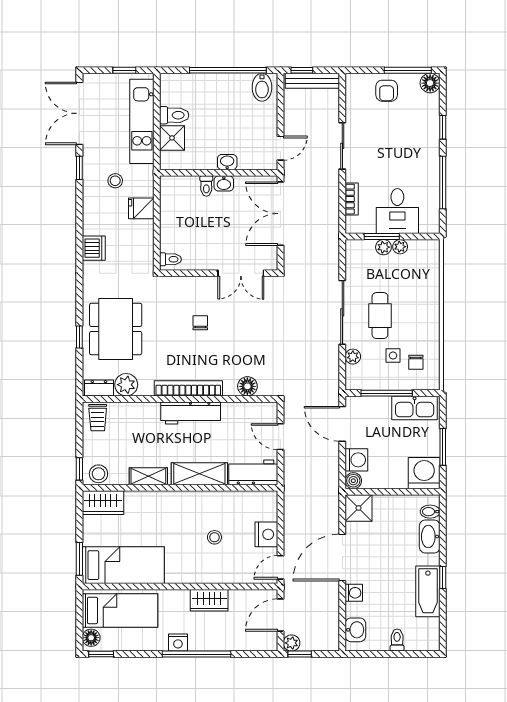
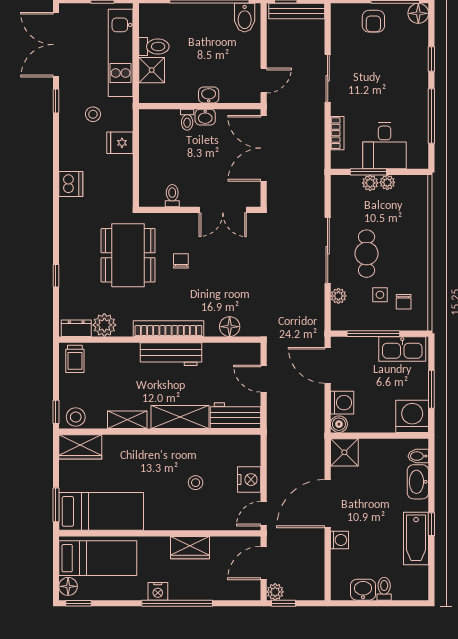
toilet: (170, 259) -> (172, 196), moved, turned -90
dining table: (116, 329) -> (128, 255), moved
washbasin: (355, 630) -> (363, 590), moved, turned -90

